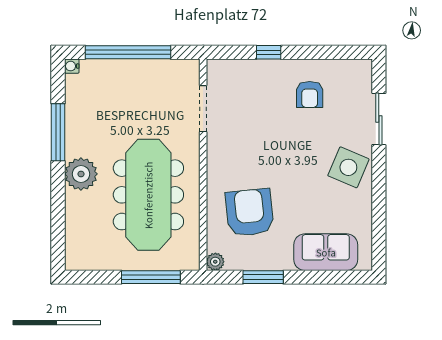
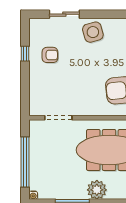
window: (269, 52) -> (25, 54), moved
side table: (348, 167) -> (93, 32), turned -38

